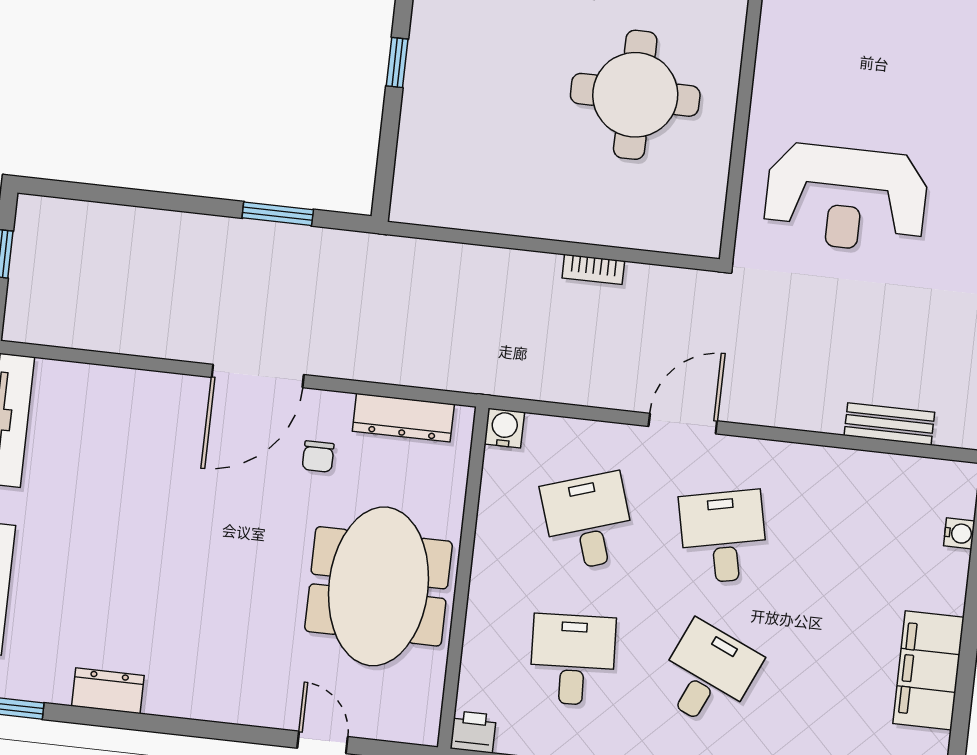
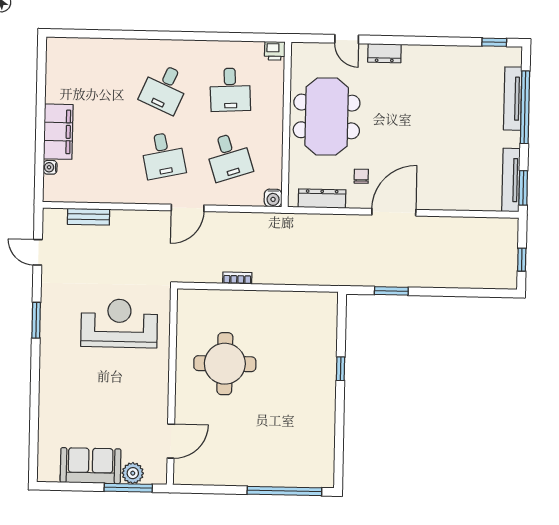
filing cabinet: (928, 670) -> (58, 132), moved
dresser: (108, 691) -> (384, 53), moved

